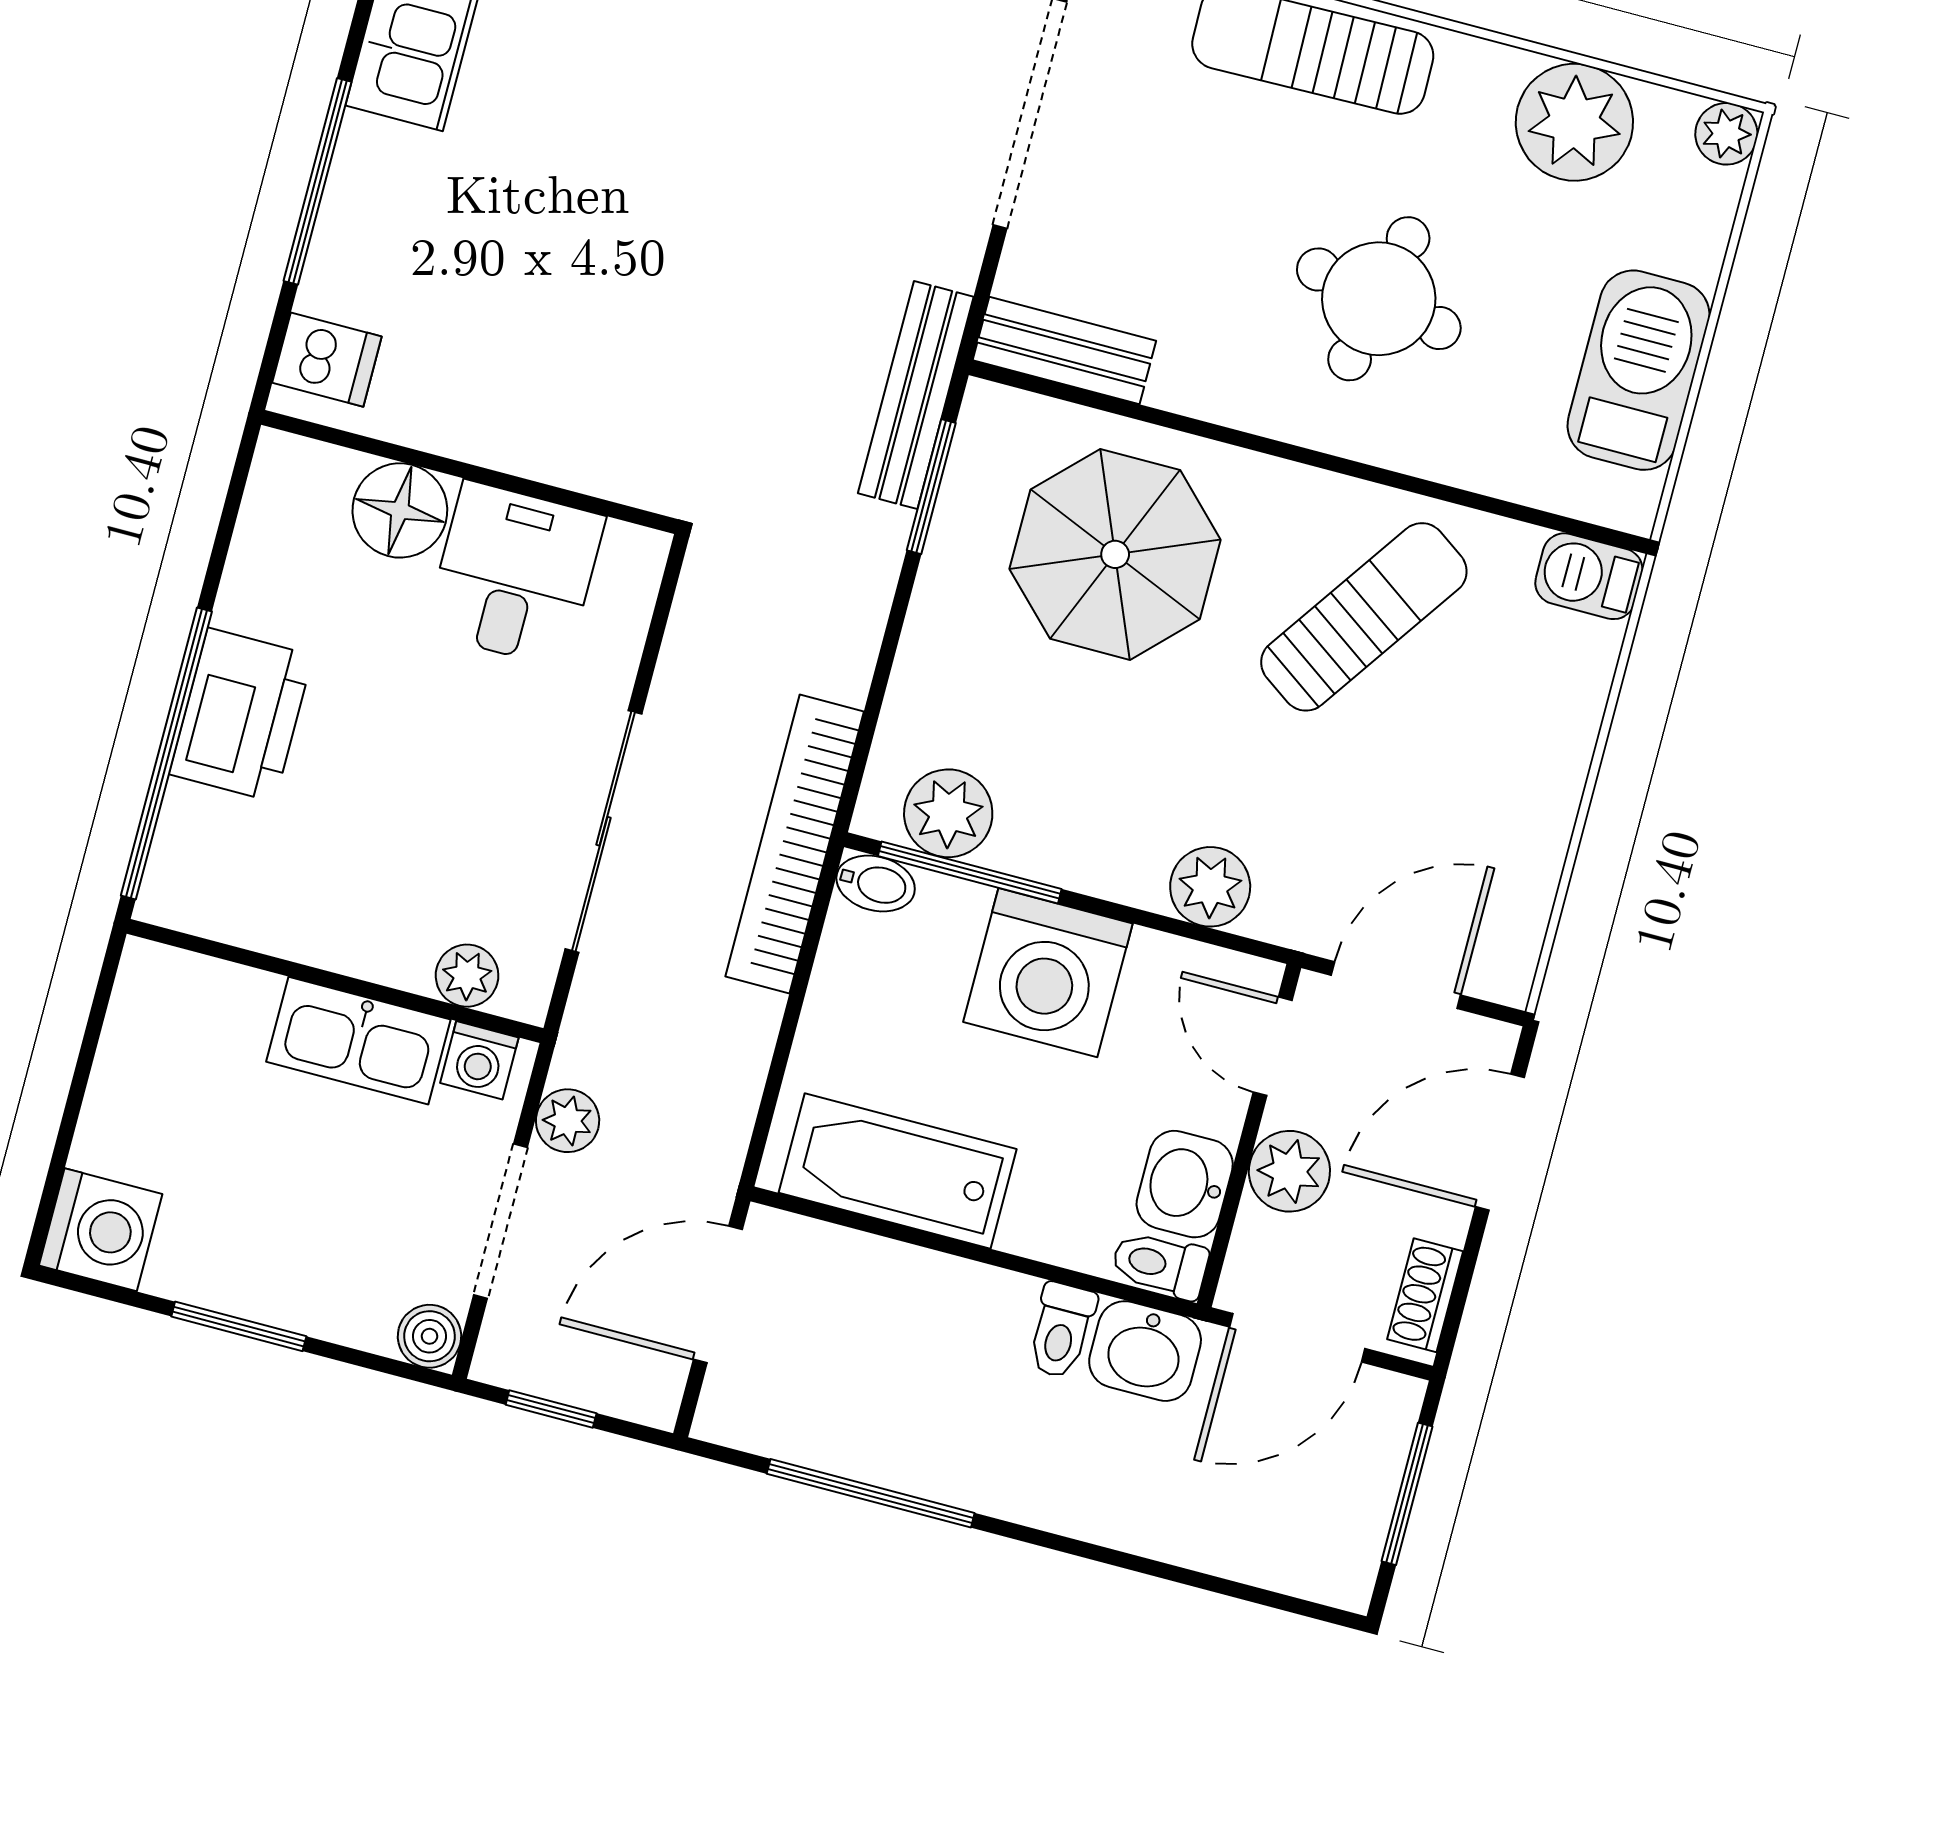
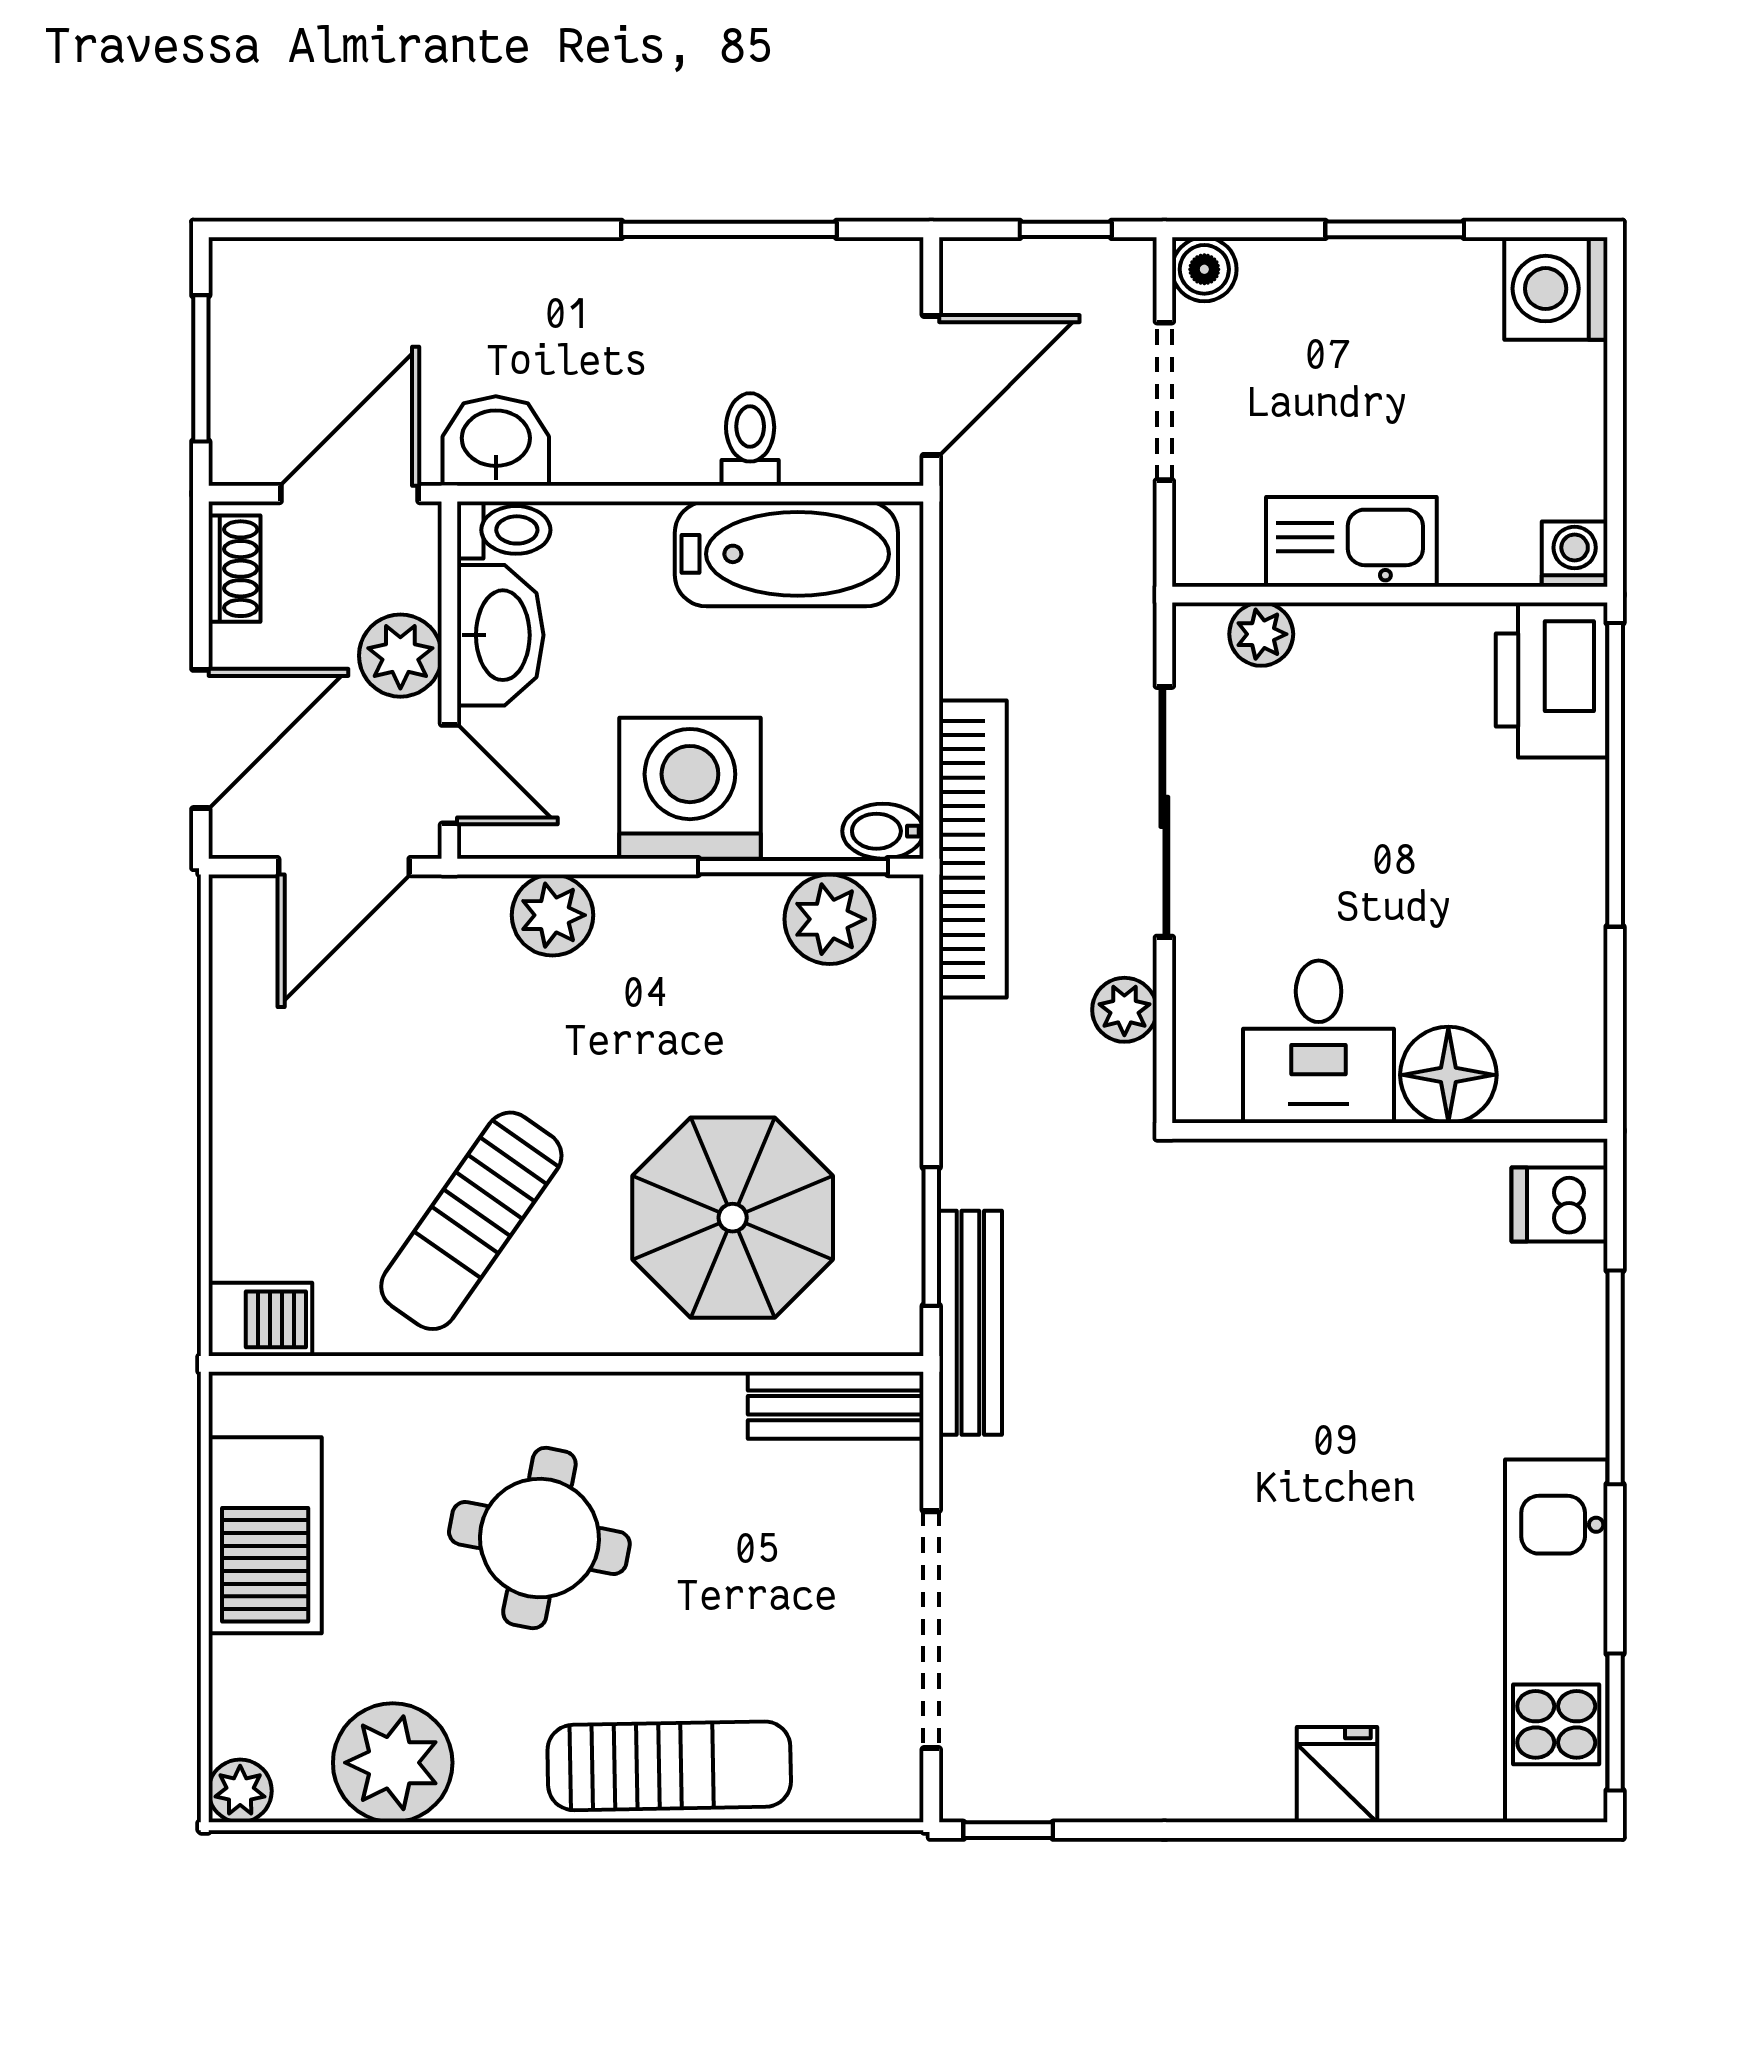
printer: (241, 715) -> (1552, 680), moved
washing machine: (479, 1060) -> (1575, 554), moved
plant: (568, 1121) -> (1124, 1010), moved
washbasin: (1185, 1184) -> (500, 635), width x1.38
toilet: (1061, 1330) -> (750, 439), moved

